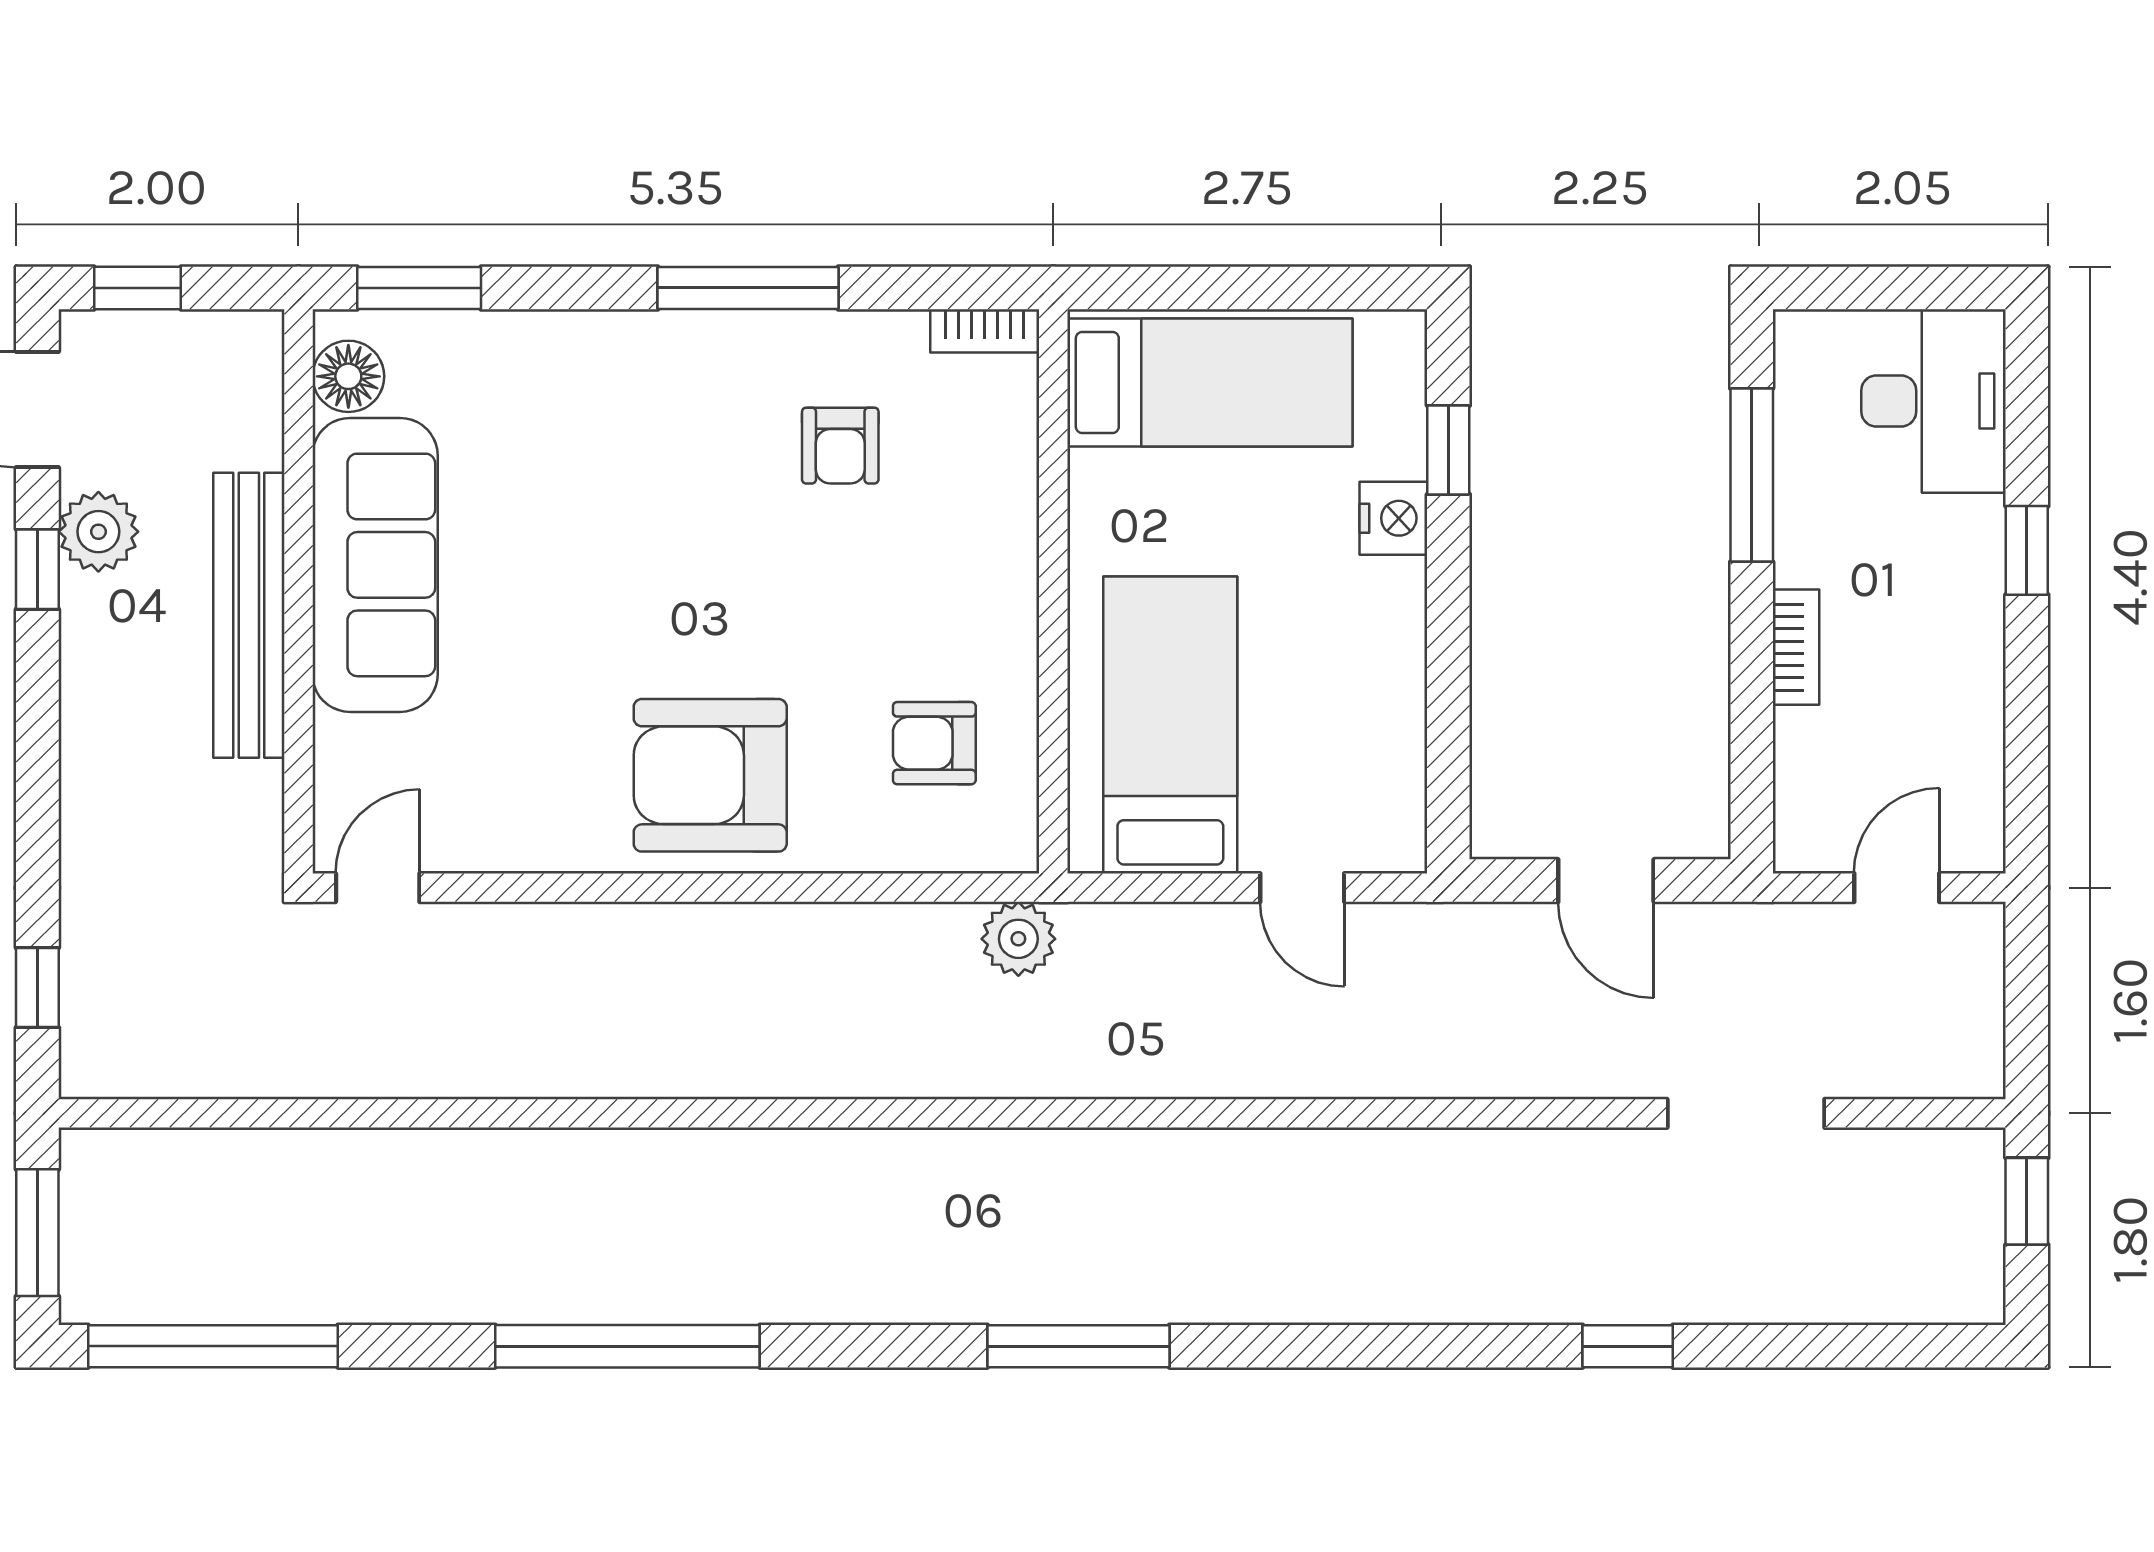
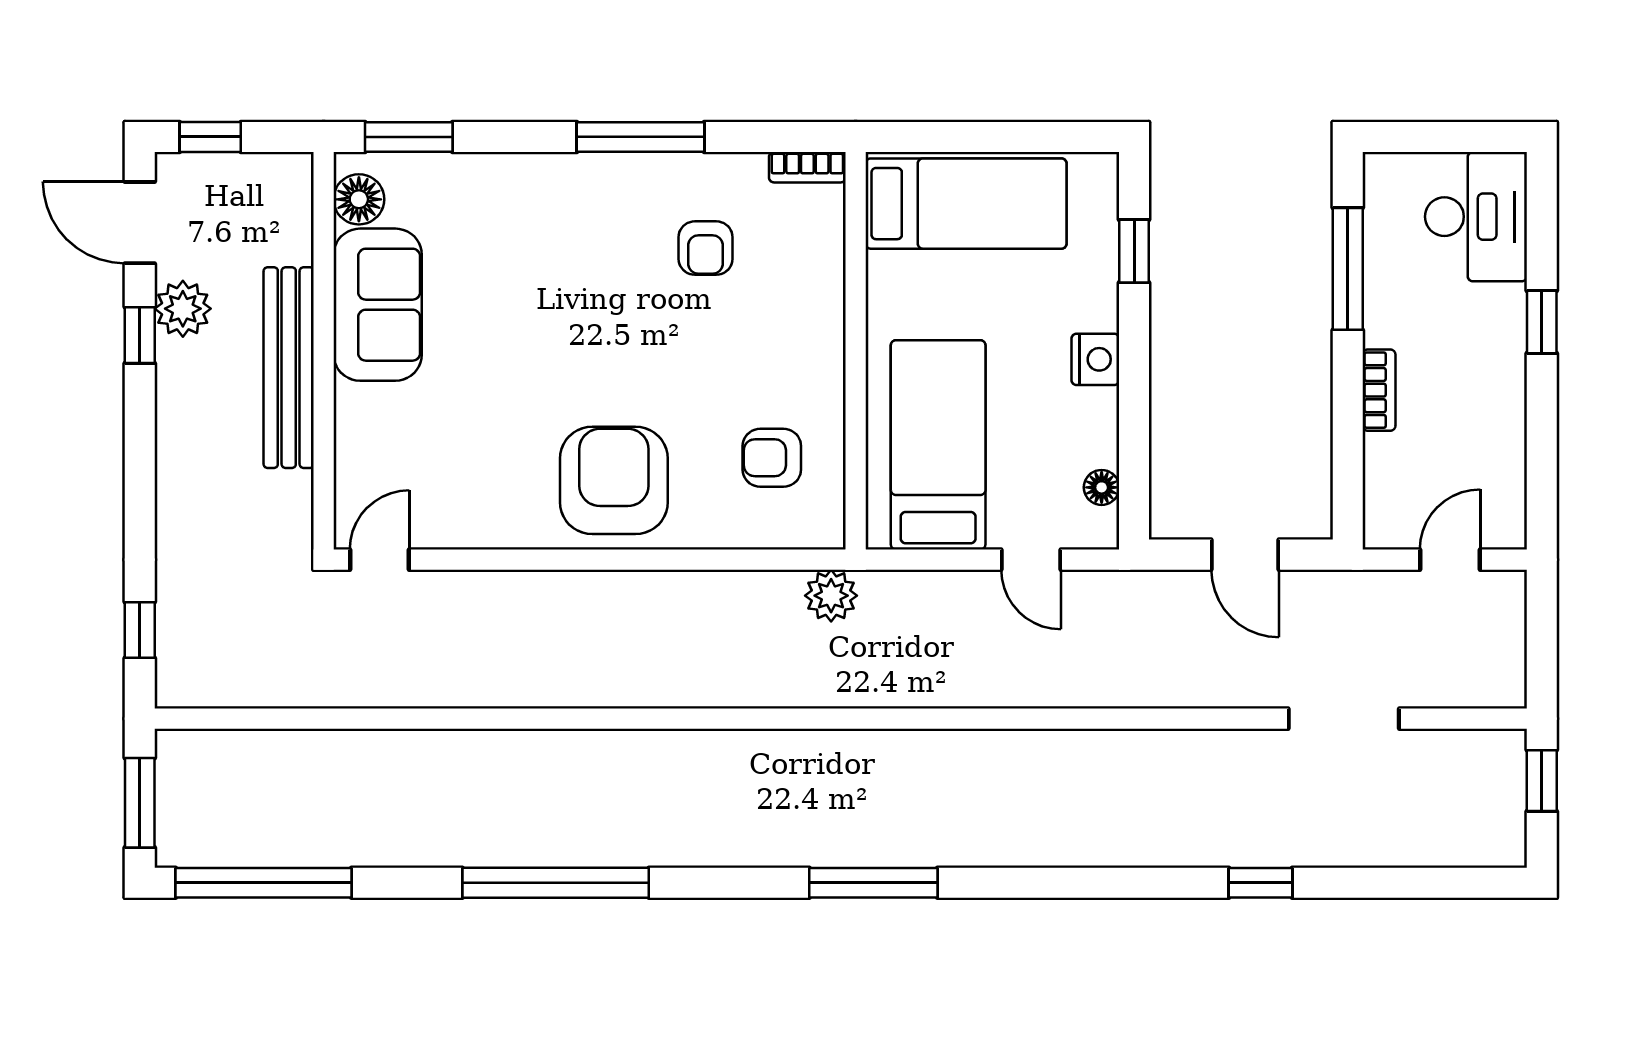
nightstand: (1393, 518) -> (1095, 359), moved
sofa: (375, 565) -> (378, 305), width x0.73
armchair: (710, 775) -> (614, 480), turned 90
floor lamp: (1402, 785) -> (1102, 487), added

